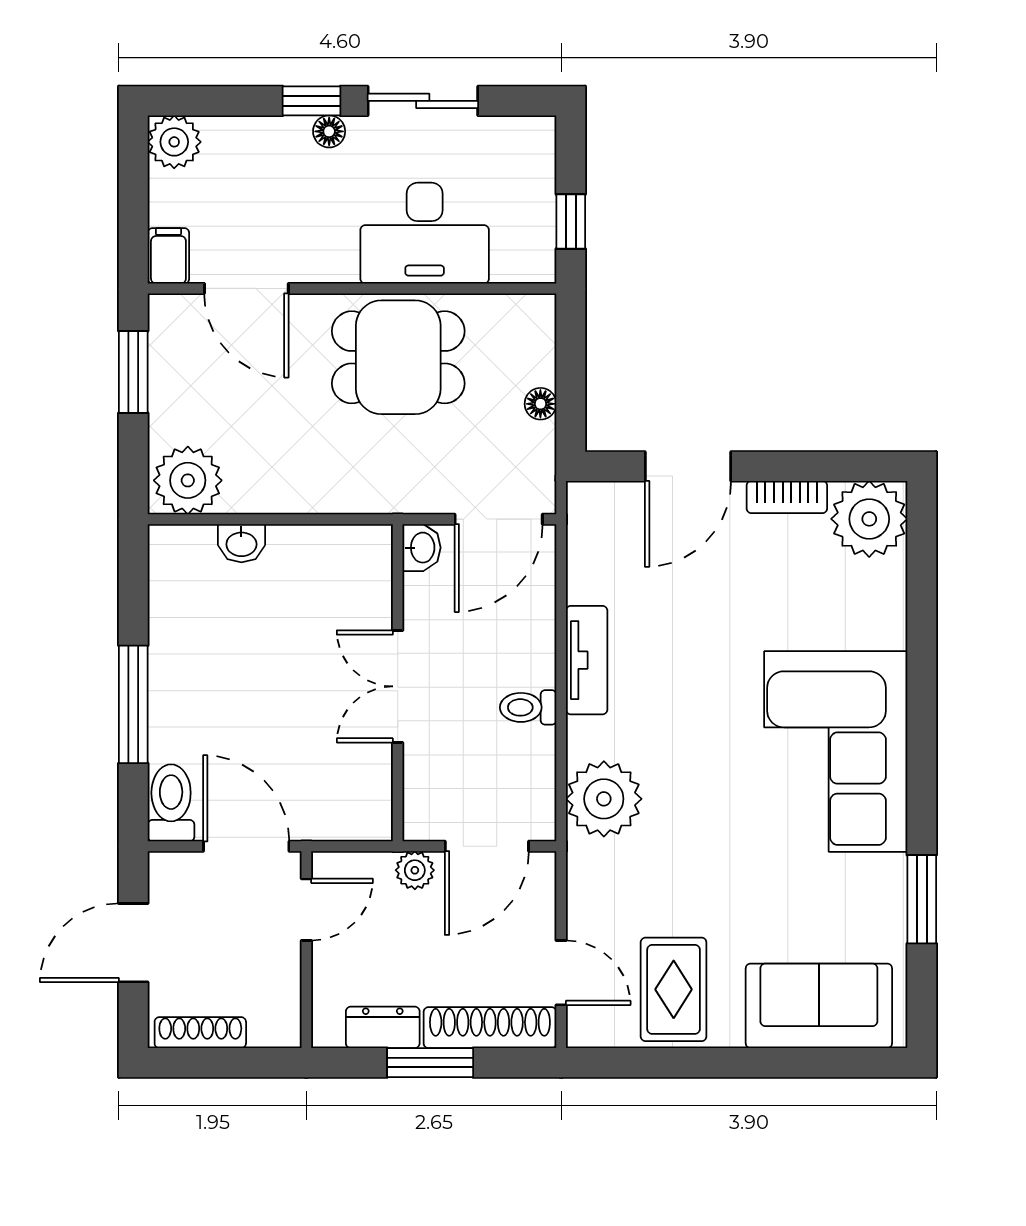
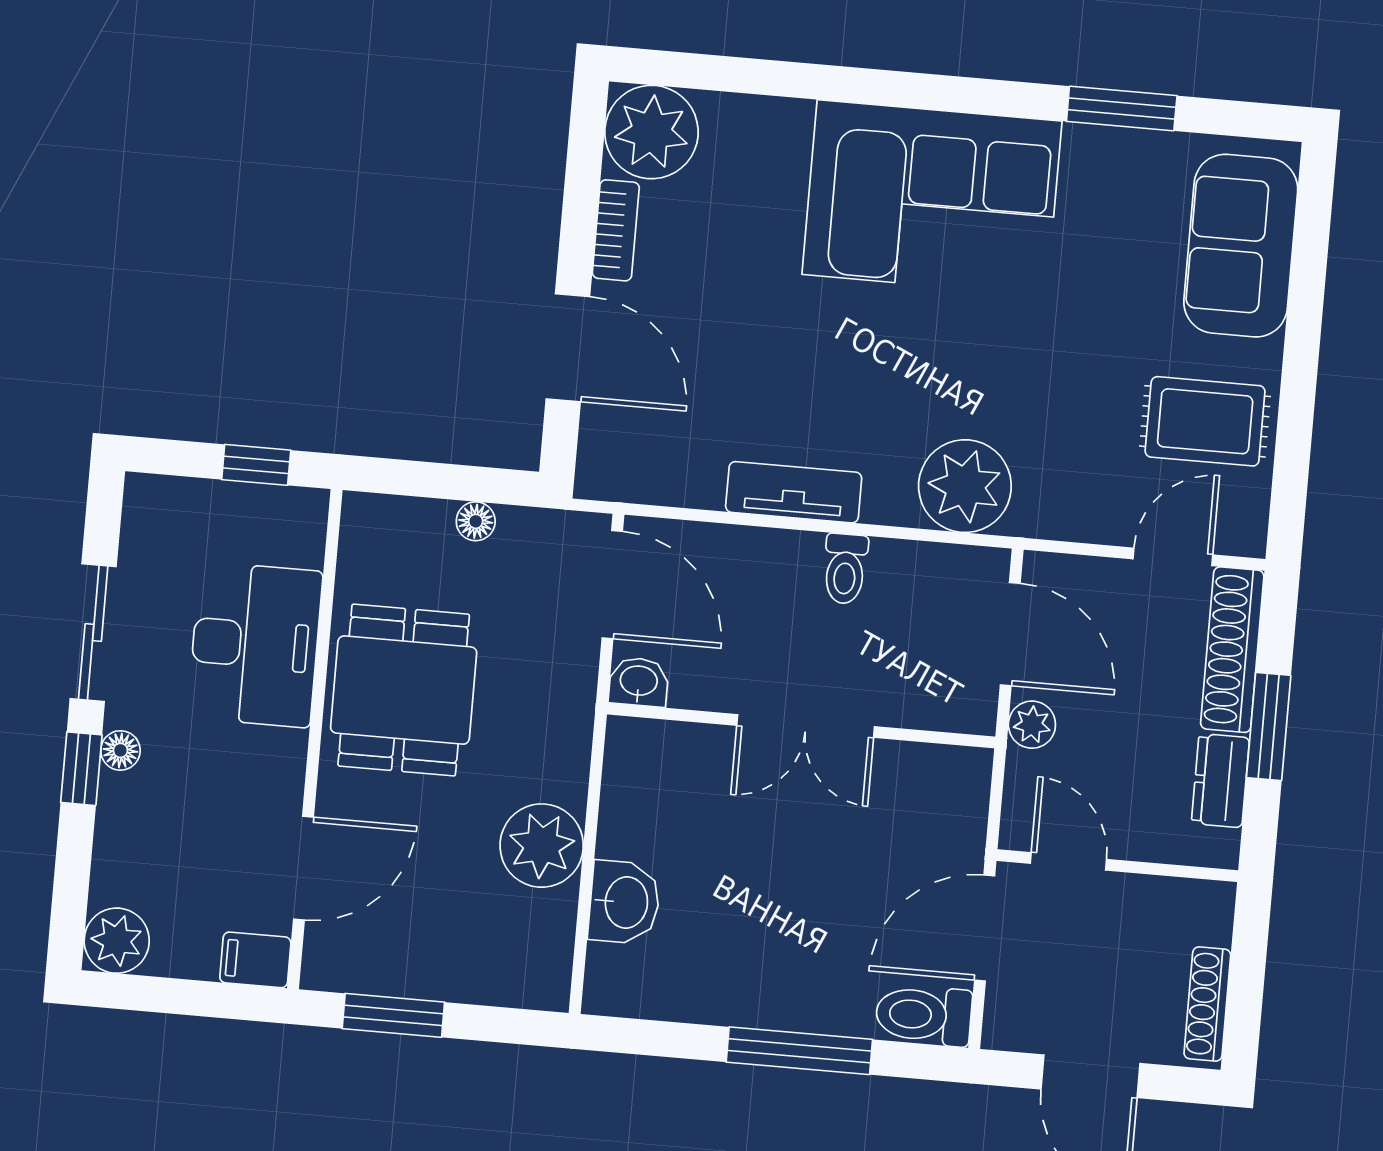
plant: (188, 480) -> (542, 846), moved
washbasin: (241, 543) -> (624, 902), width x1.38, depth x1.45

